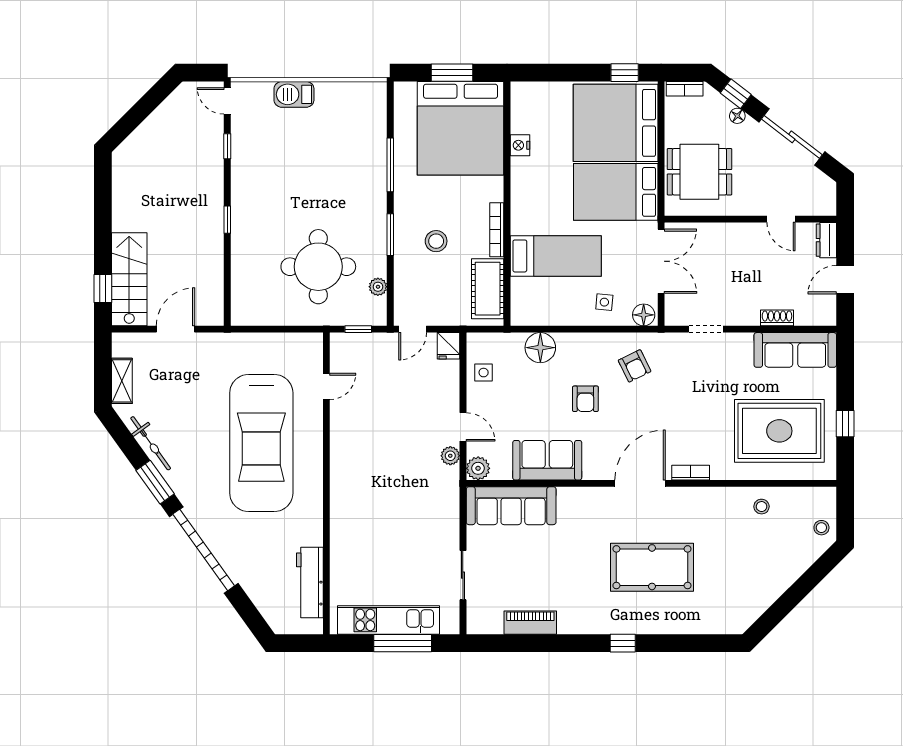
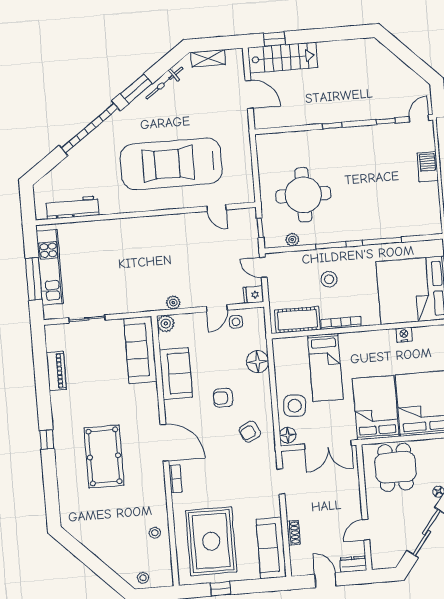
side table: (604, 302) -> (295, 406), width x1.87, depth x1.87
door: (463, 427) -> (217, 308), moved

